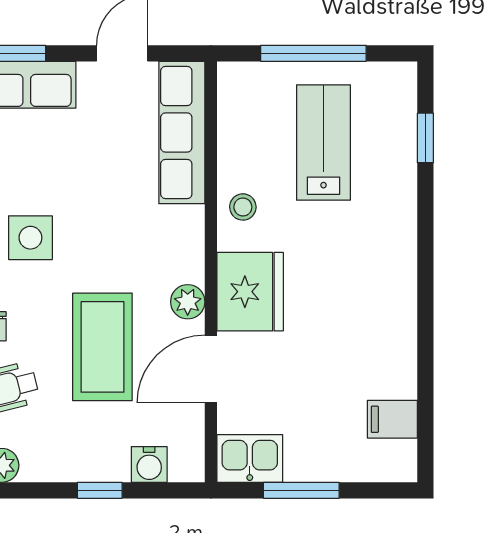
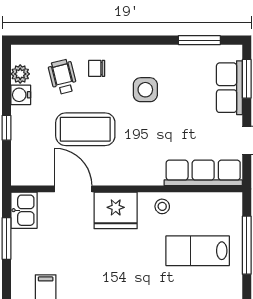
lab bench: (324, 142) -> (198, 251), turned 180
plant: (188, 302) -> (110, 176), removed
water cooler: (149, 464) -> (21, 95), moved

